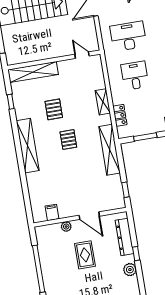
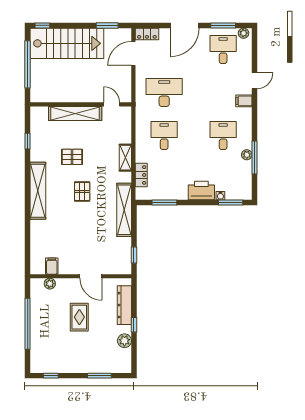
shelving: (33, 72) -> (75, 114), moved
pallet: (54, 109) -> (72, 157), turned 90
plant: (66, 227) -> (50, 284), moved

